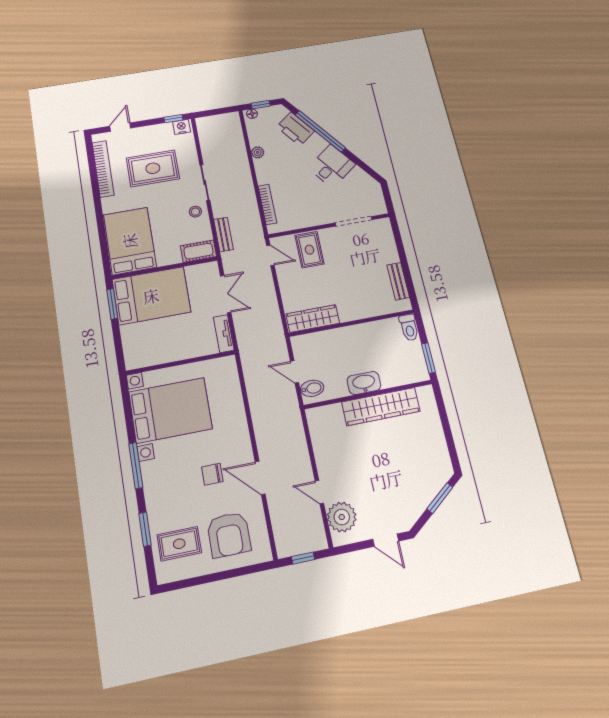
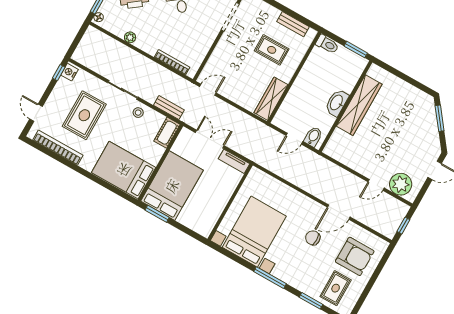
rug: (309, 250) -> (272, 50), moved
chair: (212, 474) -> (313, 238), turned 90

